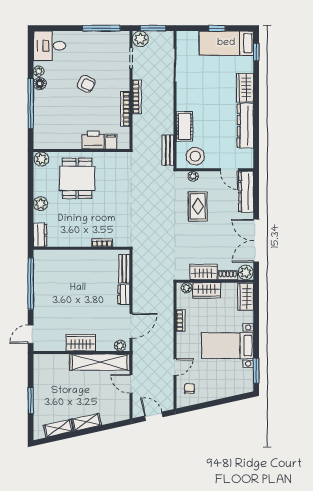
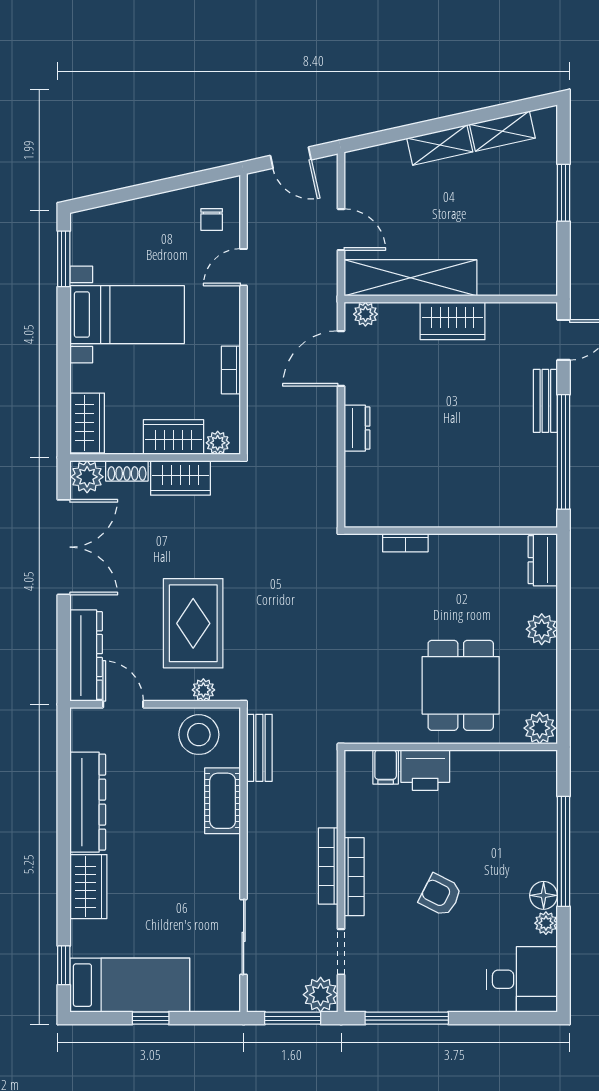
bookcase: (125, 109) -> (354, 877), moved
rug: (198, 206) -> (193, 623), width x1.36, depth x1.43
bench: (124, 269) -> (545, 401), moved

